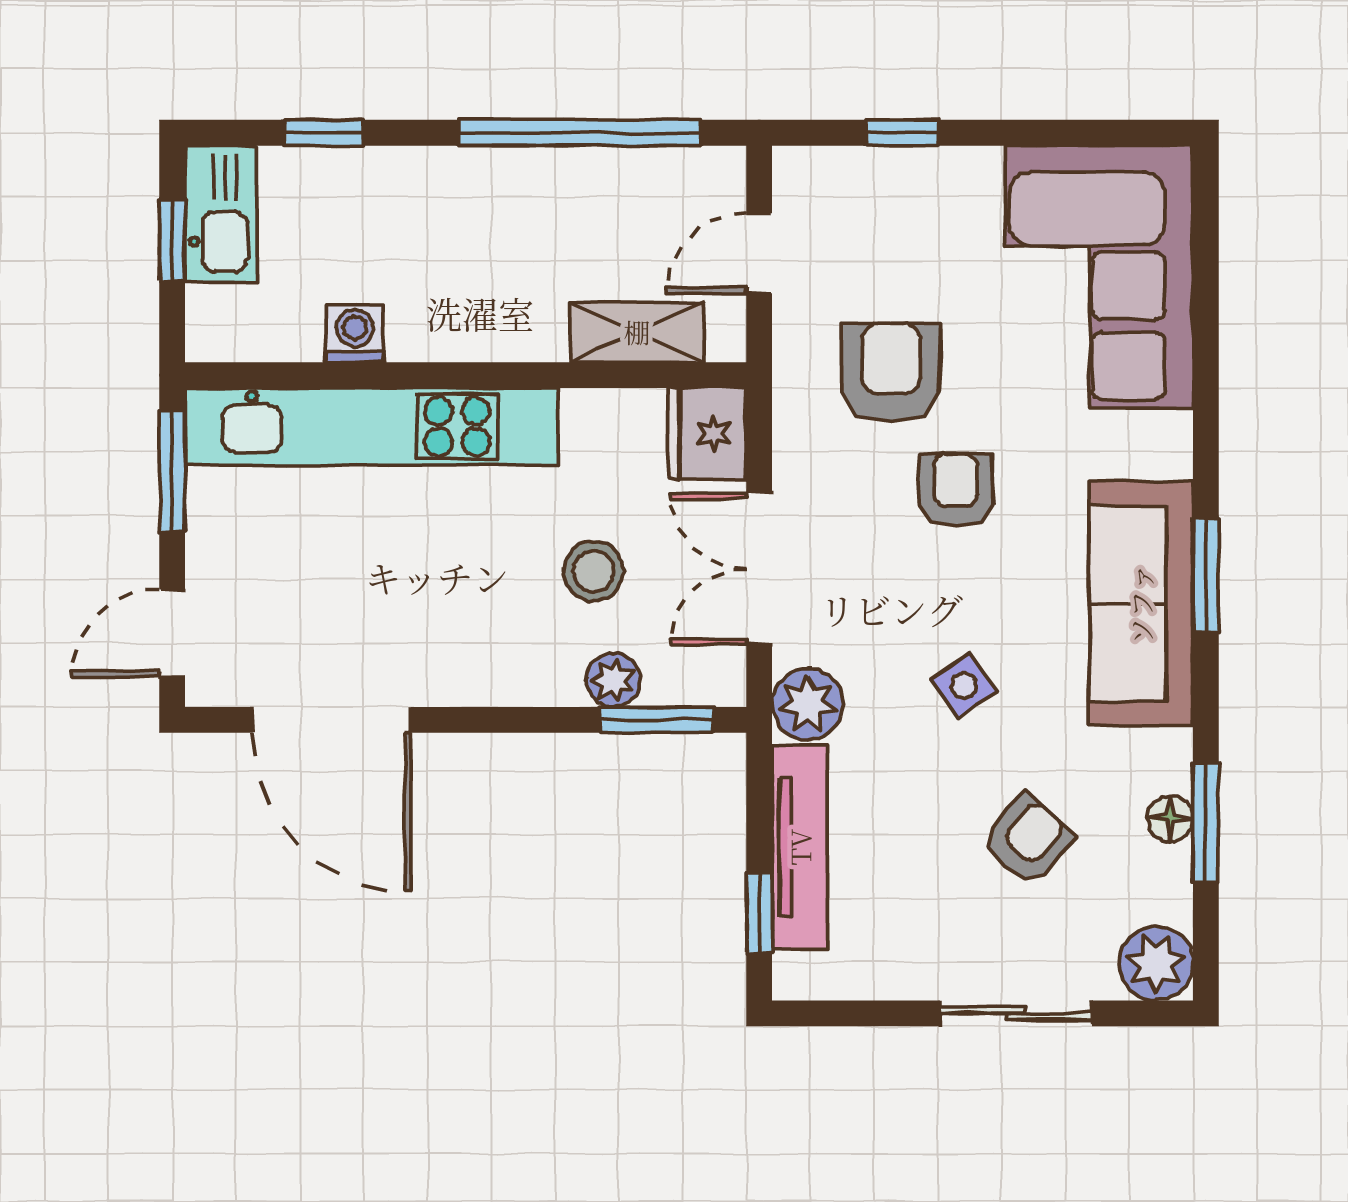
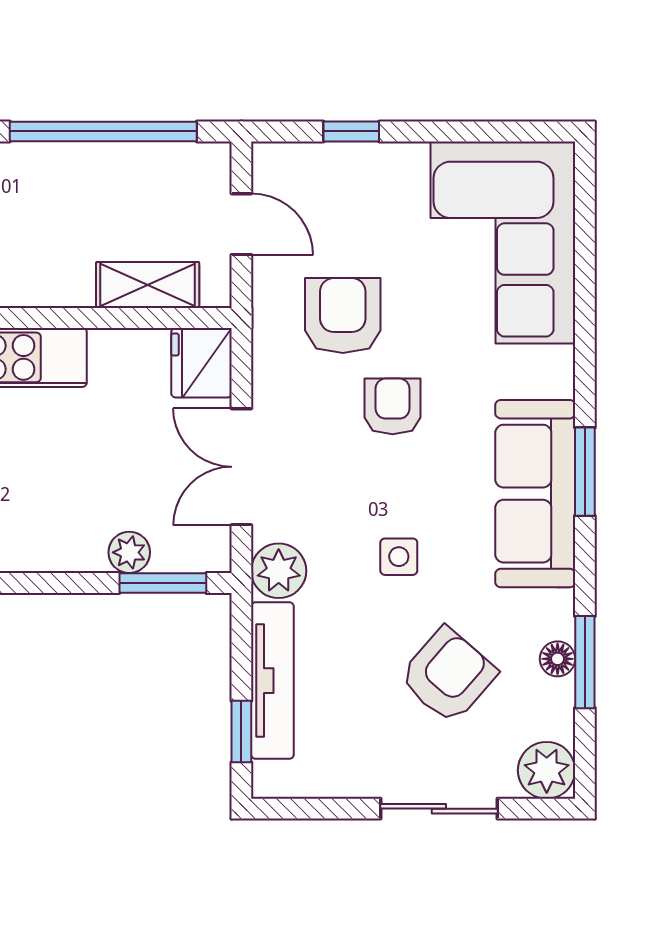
door: (759, 253) -> (241, 224), swing flipped
stool: (594, 571) -> (114, 468), removed
side table: (964, 686) -> (399, 557), turned 34
armchair: (1028, 840) -> (448, 675), width x1.38, depth x1.38

